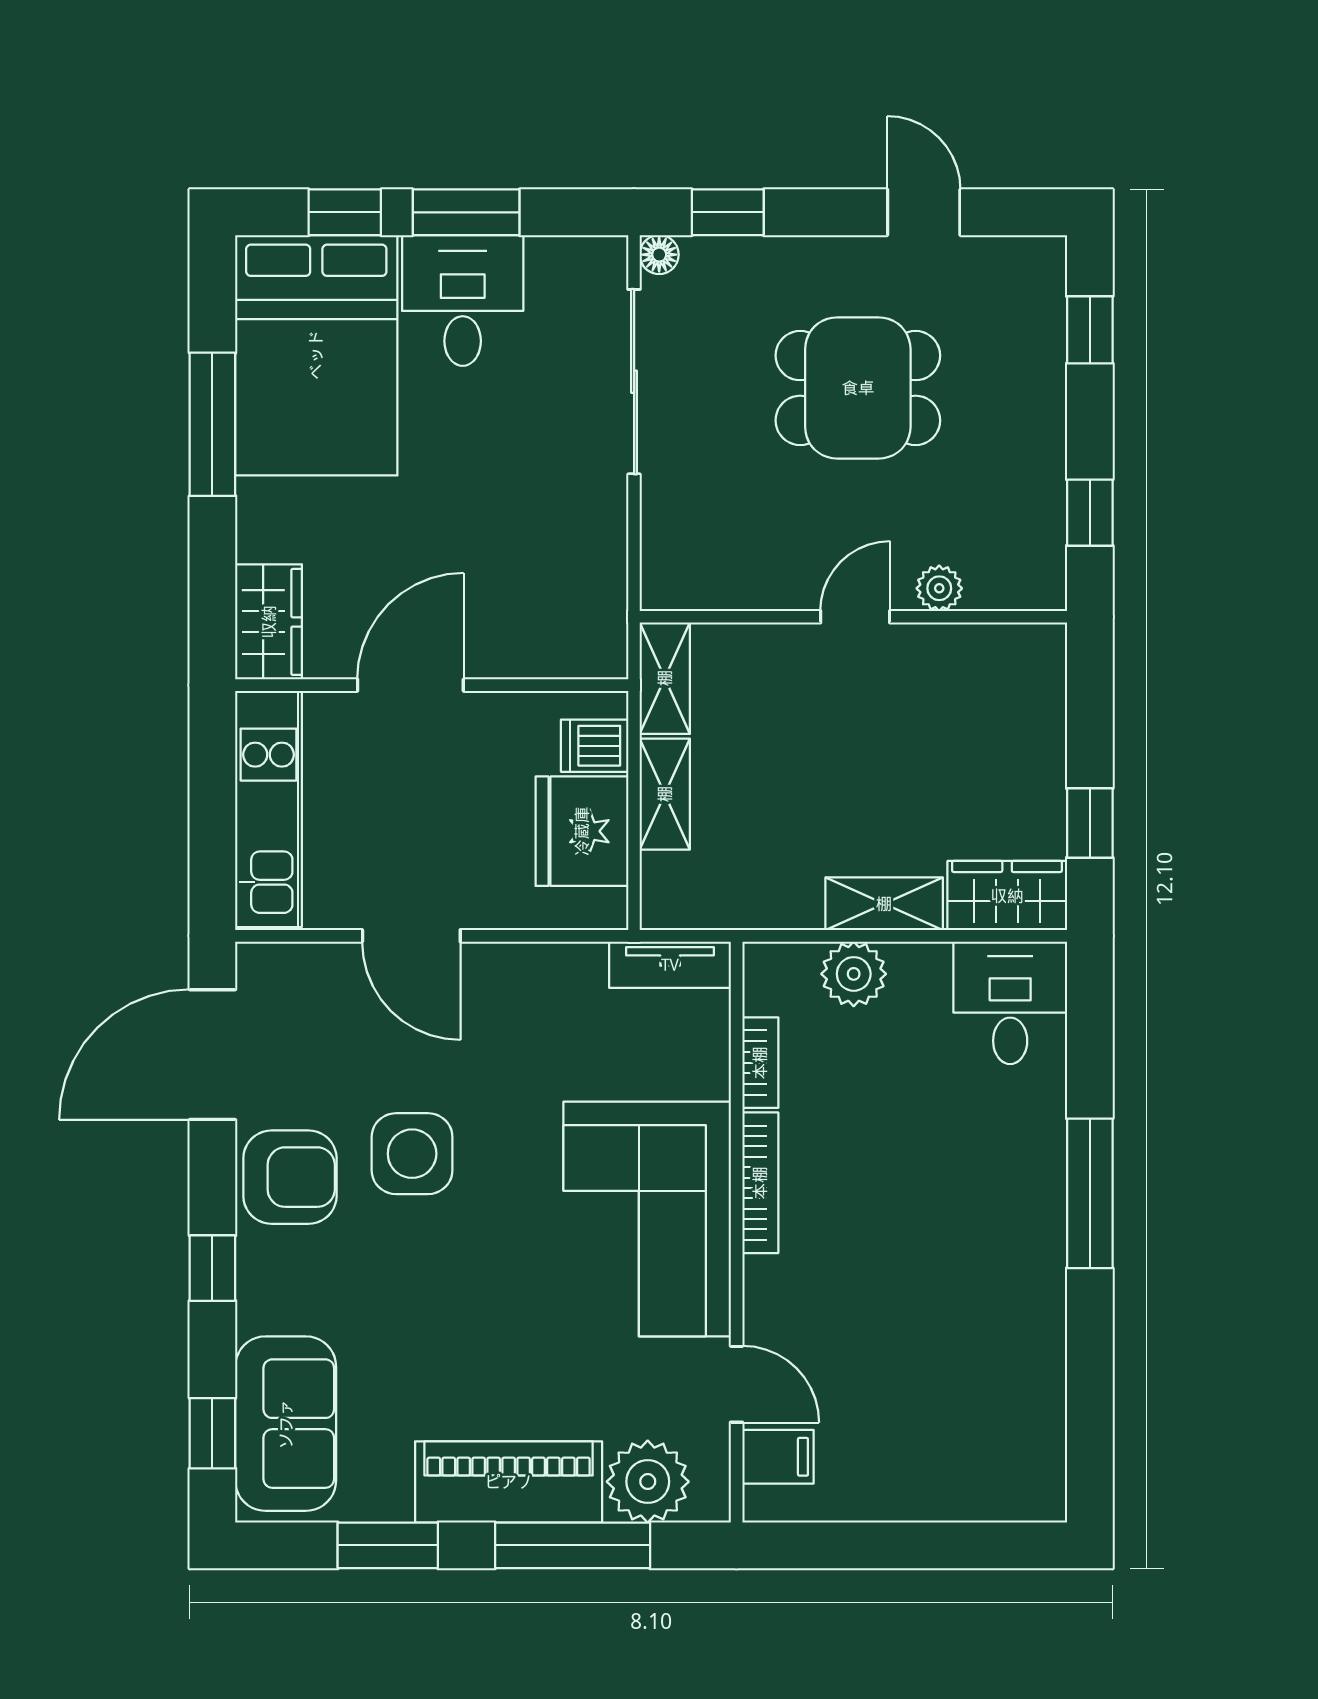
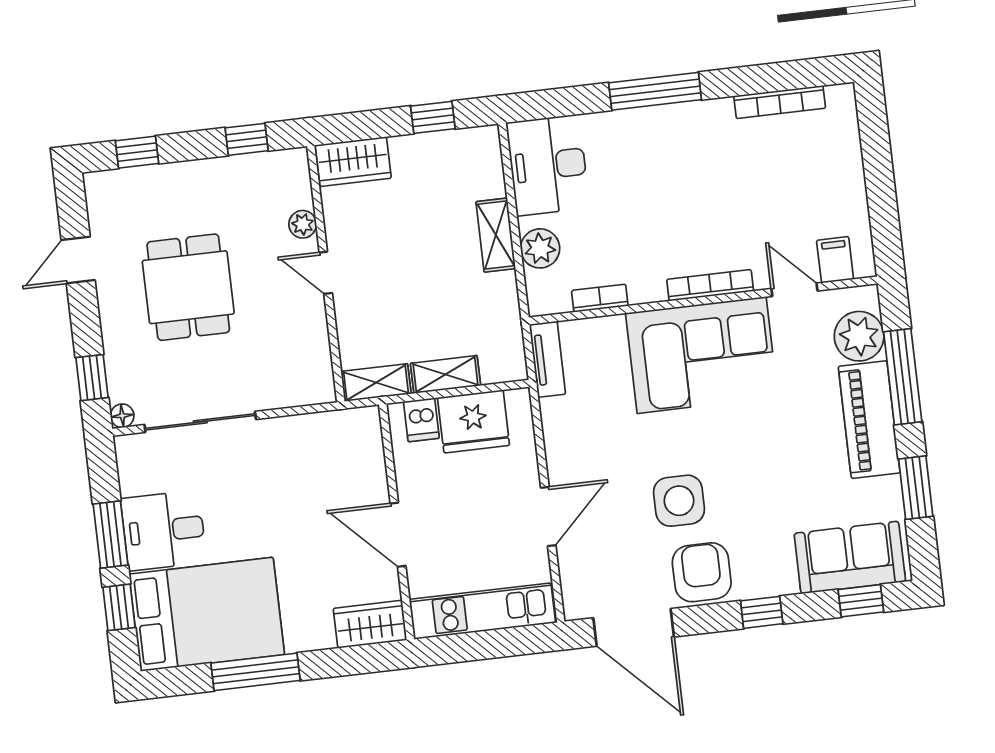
wardrobe: (1007, 896) -> (353, 162), moved, turned -90
desk: (1010, 1003) -> (548, 165), width x1.37
bookcase: (760, 1183) -> (710, 285), moved
door: (737, 1384) -> (794, 290), hinge flipped
bookcase: (1048, 1396) -> (780, 102), added

